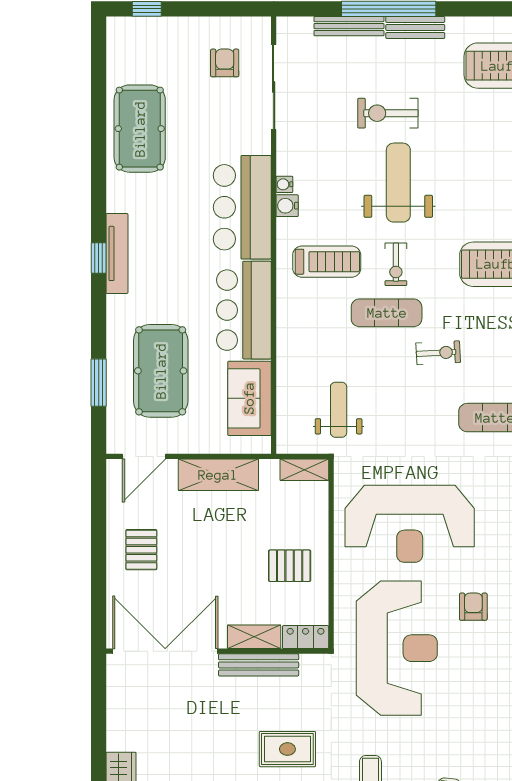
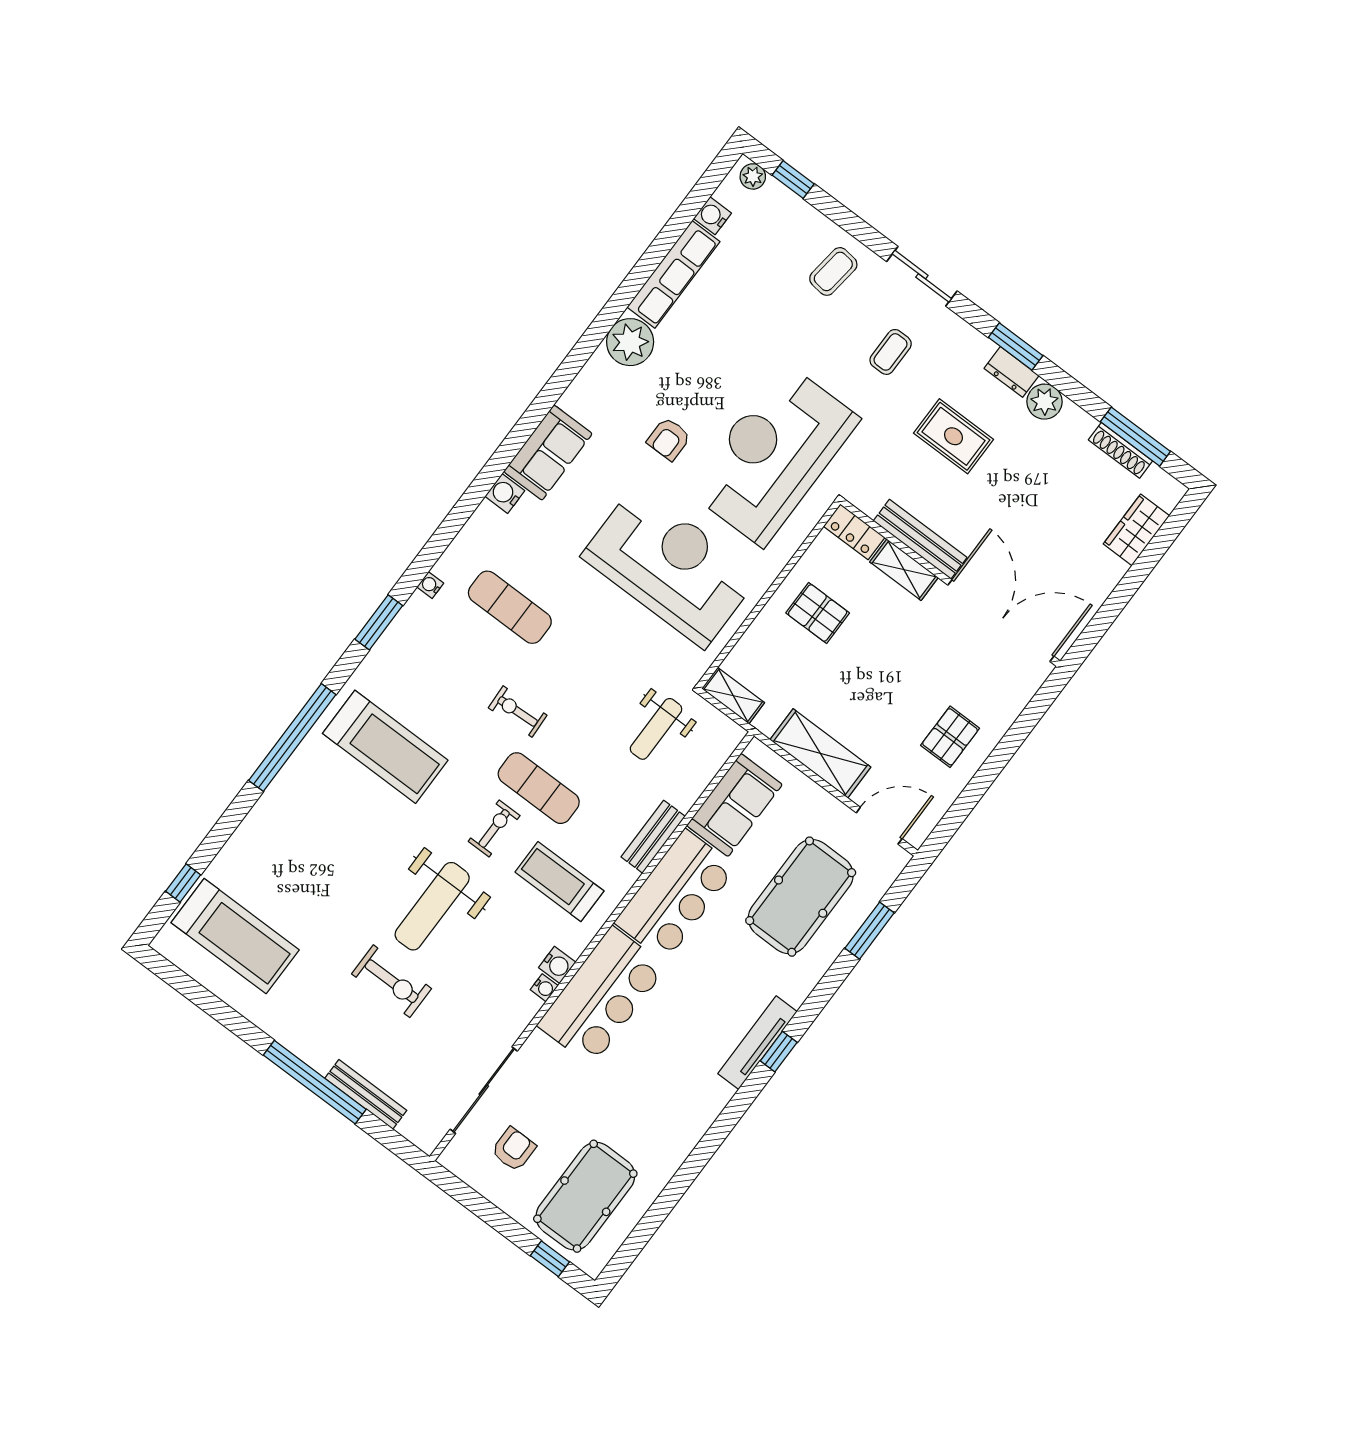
bench: (415, 27) -> (653, 837), moved, turned 90
armchair: (225, 63) -> (514, 1149), turned 180
pool table: (140, 129) -> (585, 1196), moved
double door: (165, 651) -> (1001, 621), swing flipped

